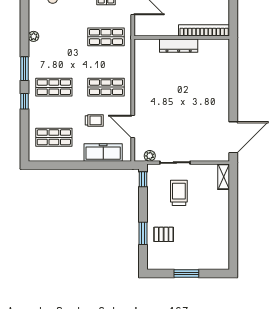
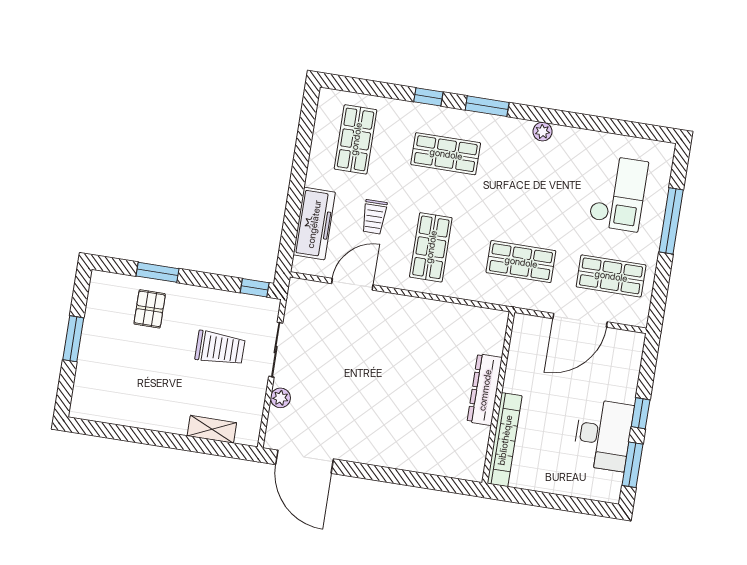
shop shelf: (106, 37) -> (521, 262), turned 90
shop shelf: (54, 87) -> (446, 154), turned 90
plant: (150, 156) -> (280, 398), moved
shelving: (224, 177) -> (212, 429), moved

